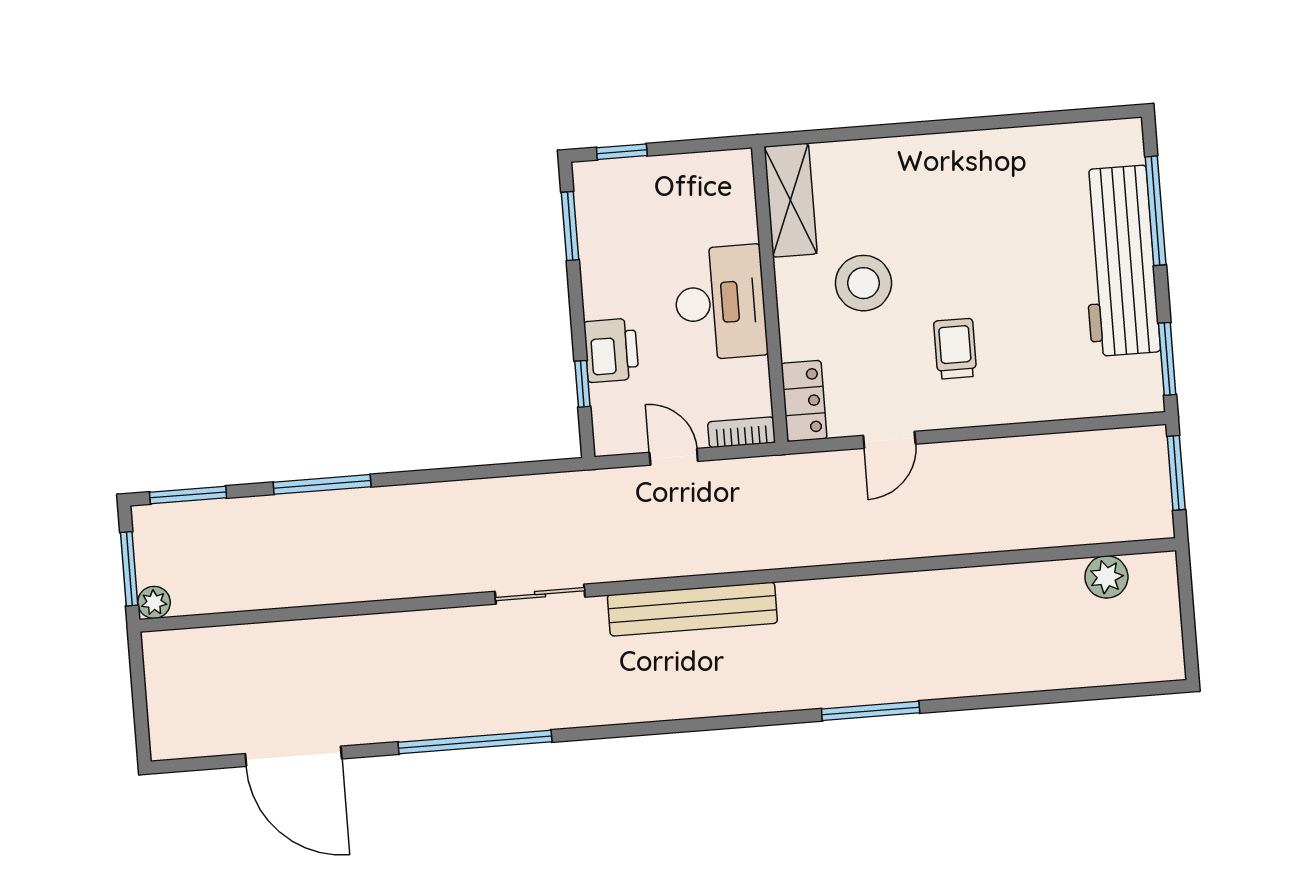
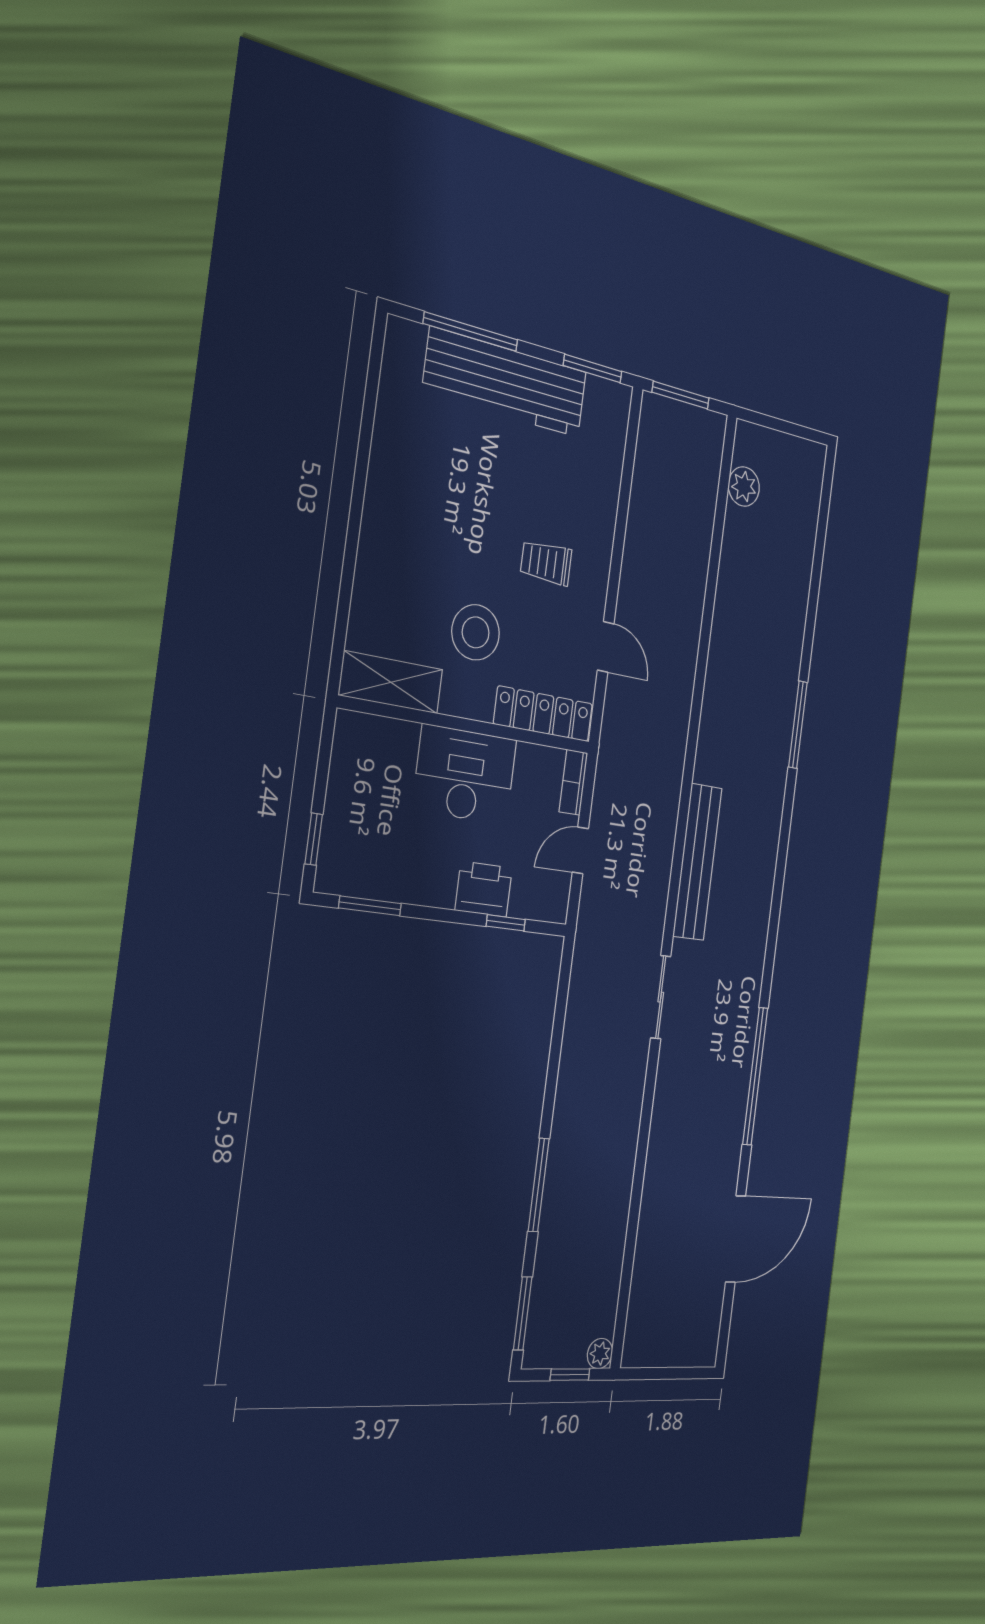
locker: (804, 401) -> (543, 714), width x1.53
window: (129, 569) -> (570, 1375), width x0.67

